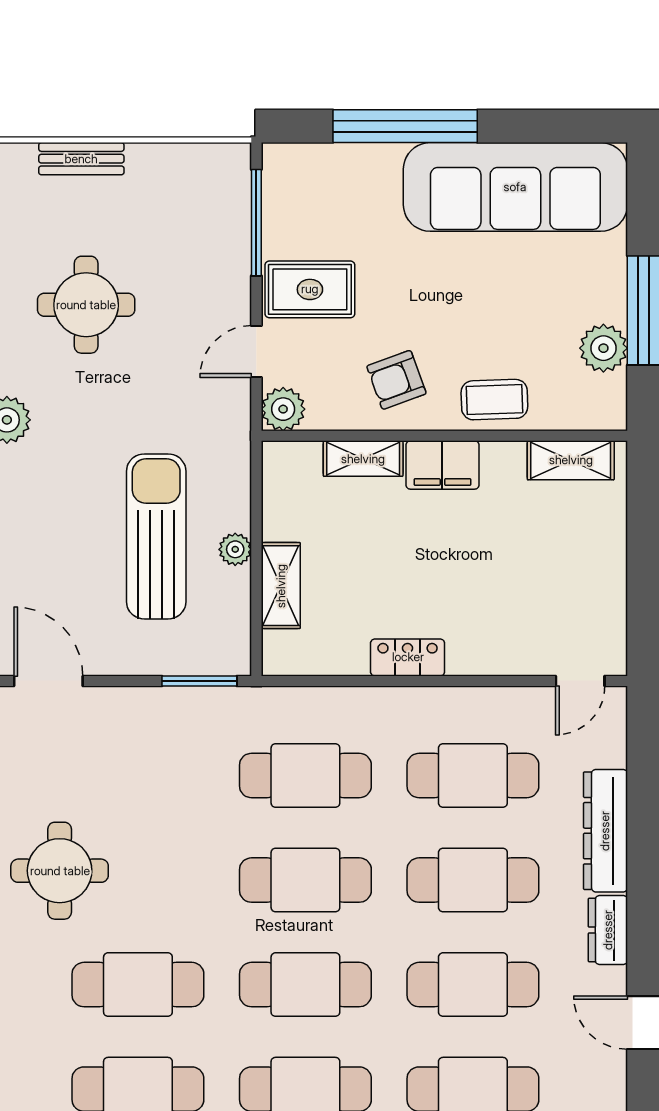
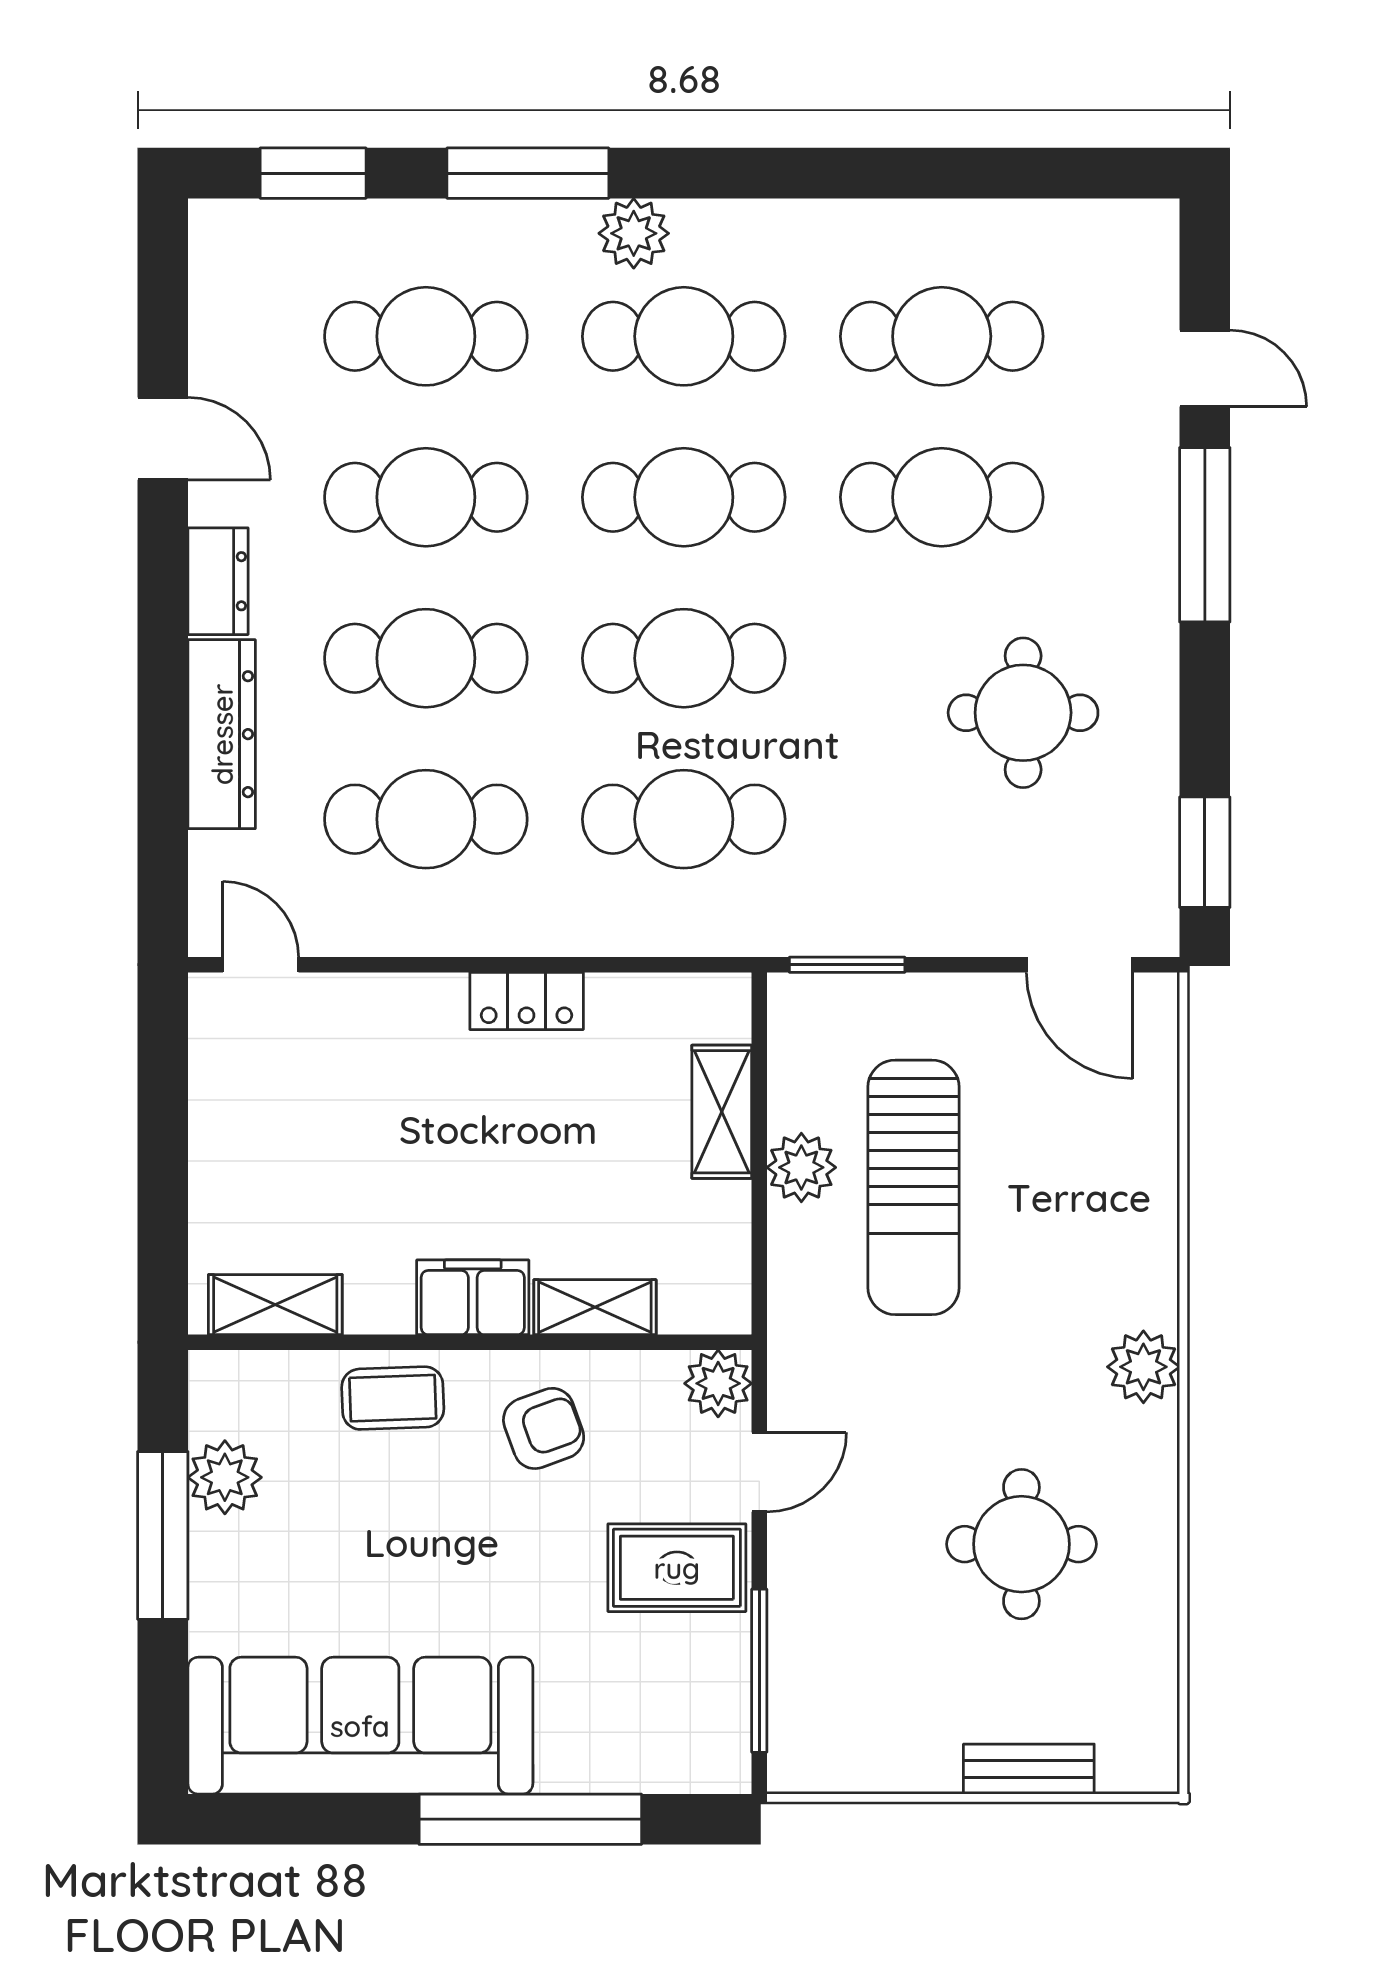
plant: (235, 549) -> (801, 1167), width x1.38, depth x1.38
door: (580, 681) -> (261, 965), hinge flipped
round table: (60, 871) -> (1023, 713), moved

